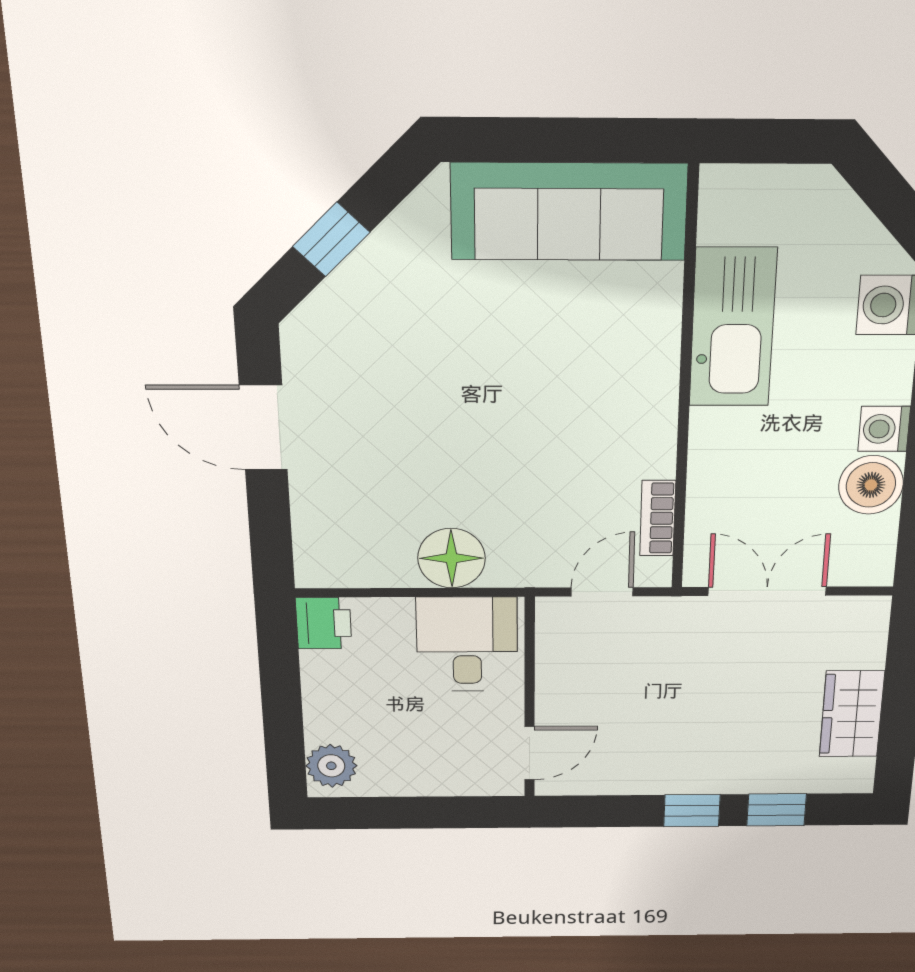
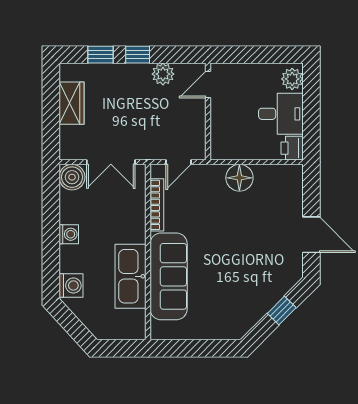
sofa: (569, 212) -> (169, 276), moved, turned 90
boiler: (871, 485) -> (72, 177), moved
bookcase: (658, 518) -> (157, 205), width x1.56
desk: (467, 644) -> (281, 114), moved, turned -90
plant: (635, 773) -> (163, 74), added

